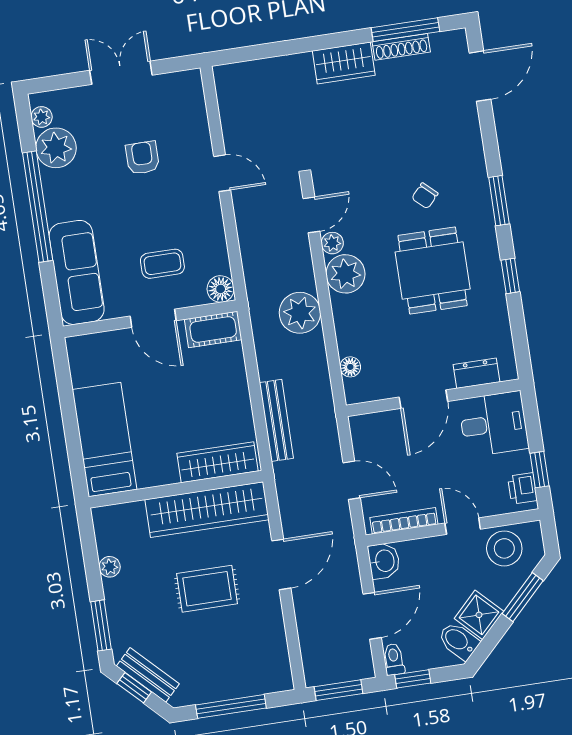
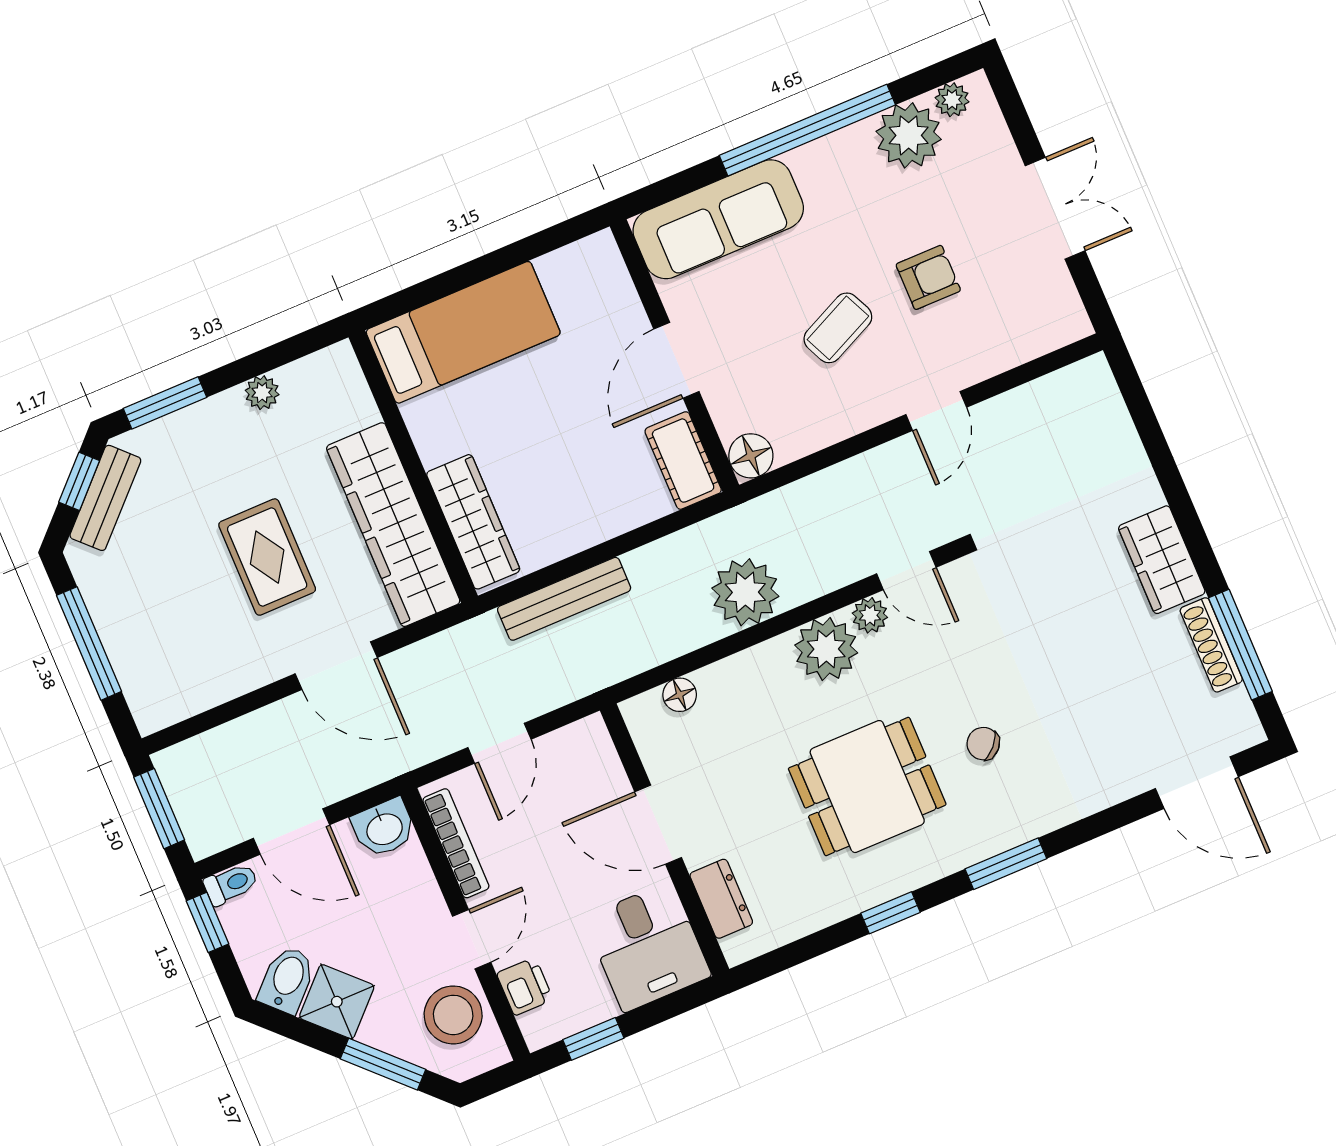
coffee table: (162, 264) -> (838, 328), moved, turned 65
printer: (522, 488) -> (525, 986), moved, turned 90

